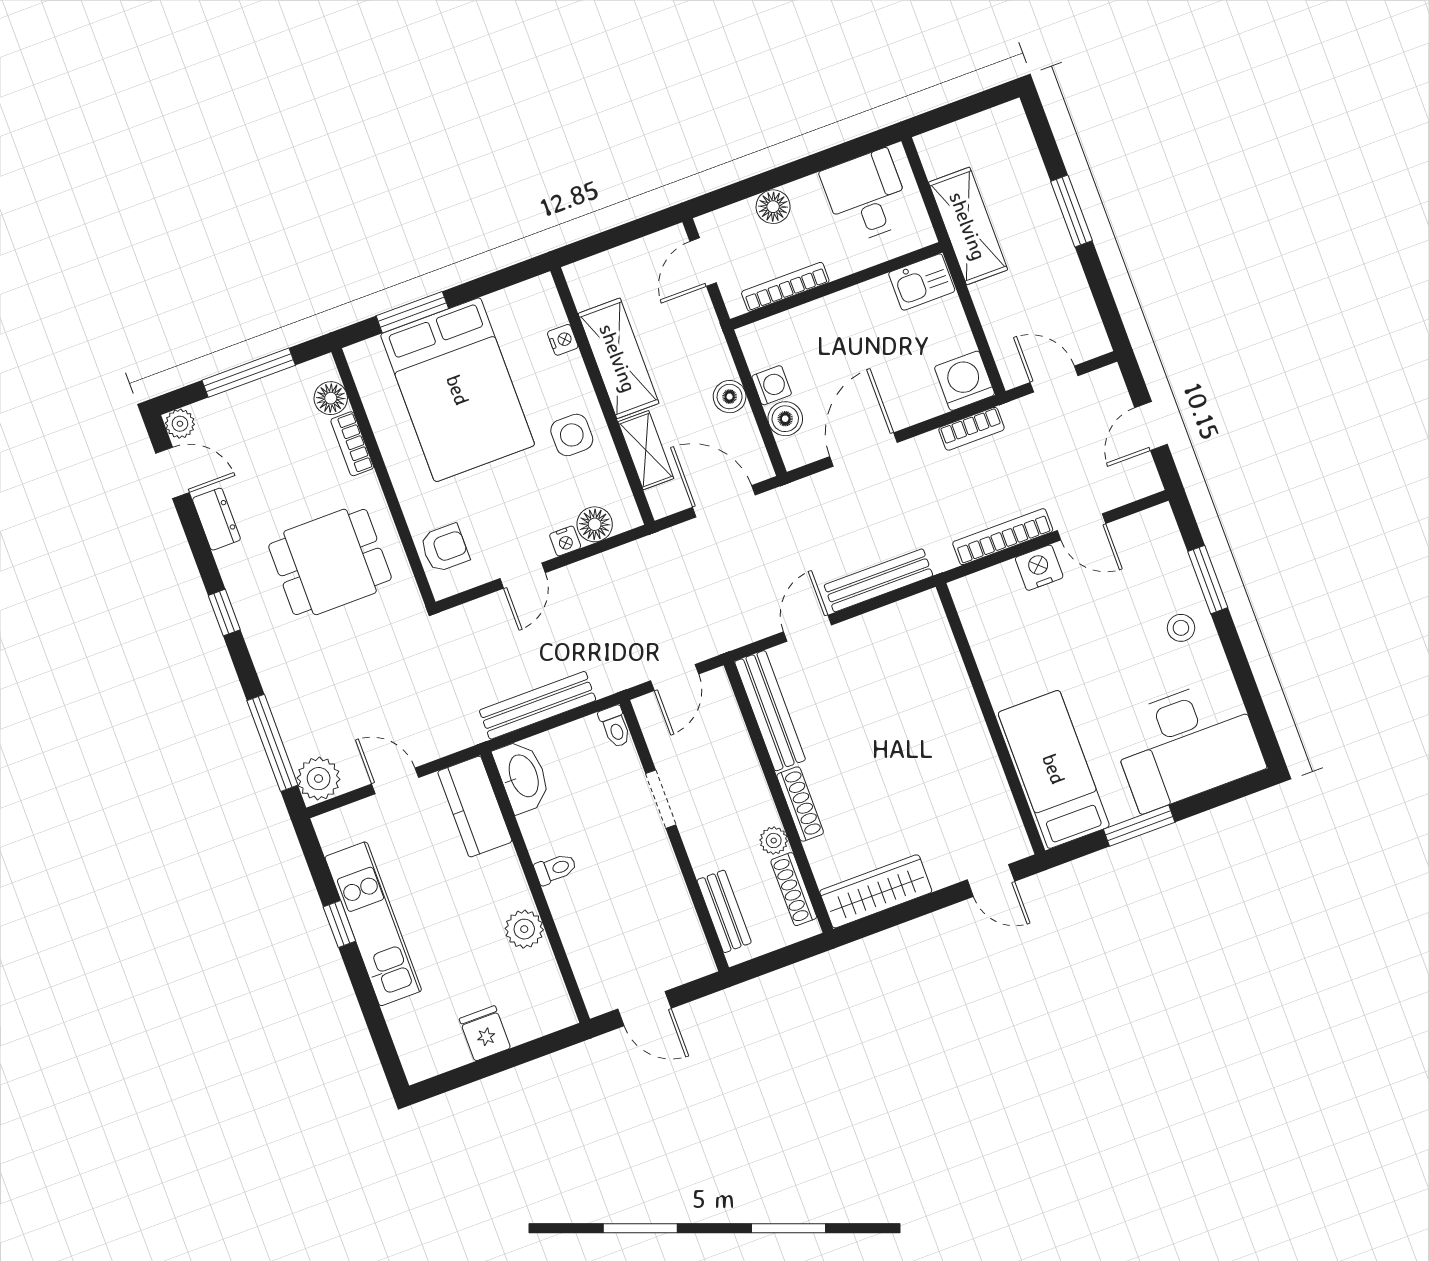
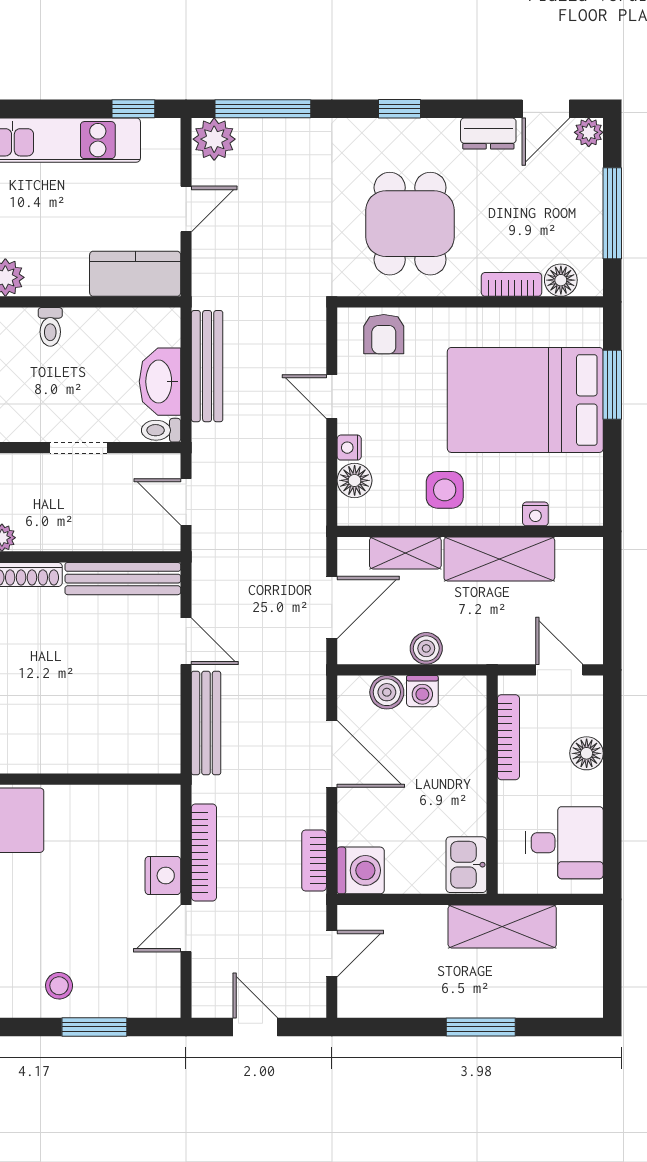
washbasin: (523, 776) -> (160, 382), moved, turned 90
window: (339, 924) -> (133, 109), moved

